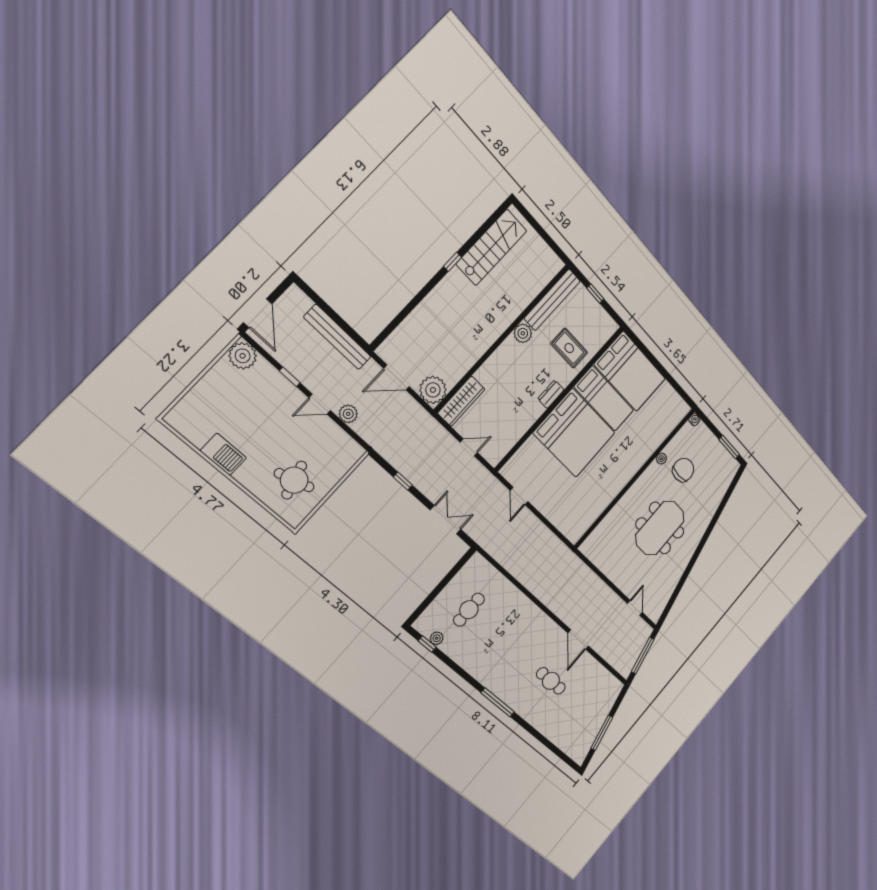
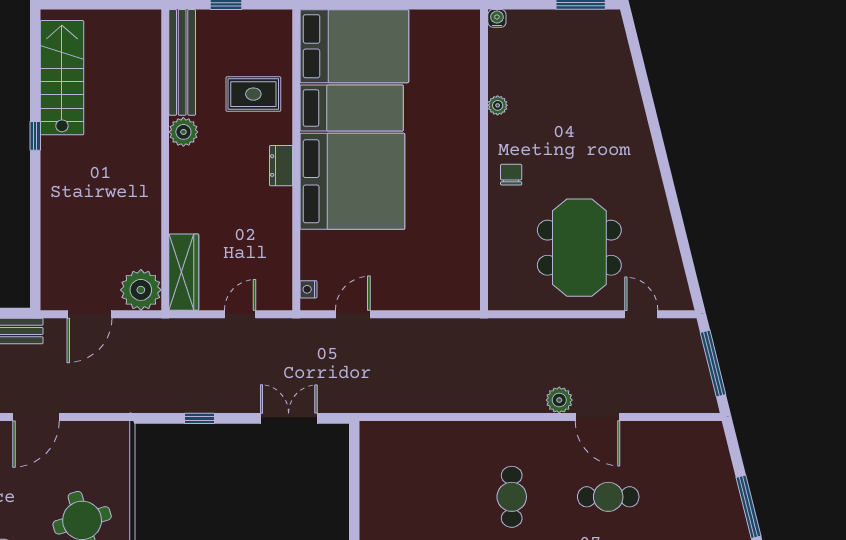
door: (320, 404) -> (36, 417), width x1.38
plant: (348, 414) -> (559, 400), moved
nightstand: (510, 465) -> (308, 289), added
chair: (683, 470) -> (511, 175), moved, width x0.54, depth x0.54
door: (519, 496) -> (353, 314), swing flipped
meeting table: (660, 528) -> (579, 248), moved
cafe table: (469, 610) -> (512, 497), moved

